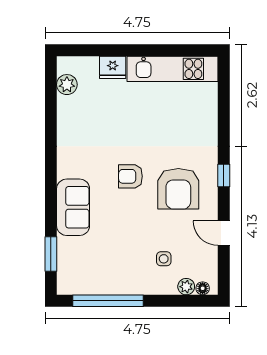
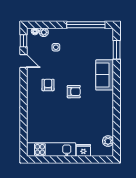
window: (224, 176) -> (24, 41), moved
armchair: (178, 189) -> (48, 85), width x0.53, depth x0.53

